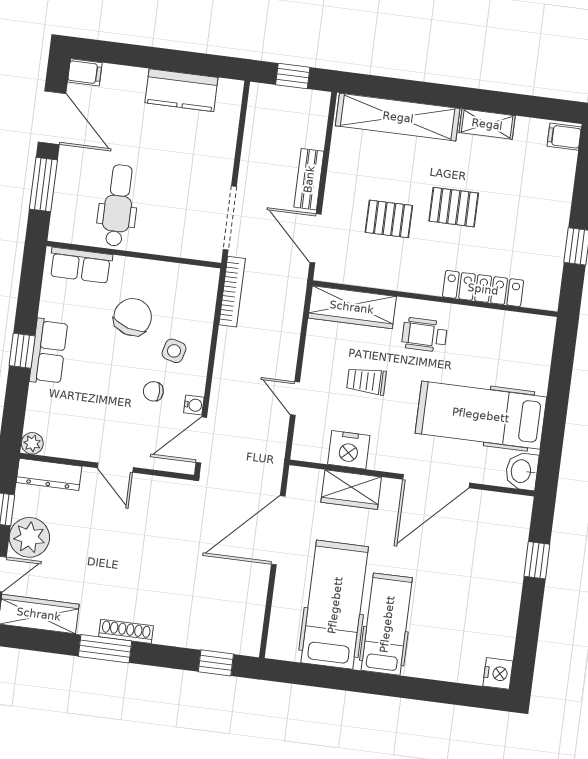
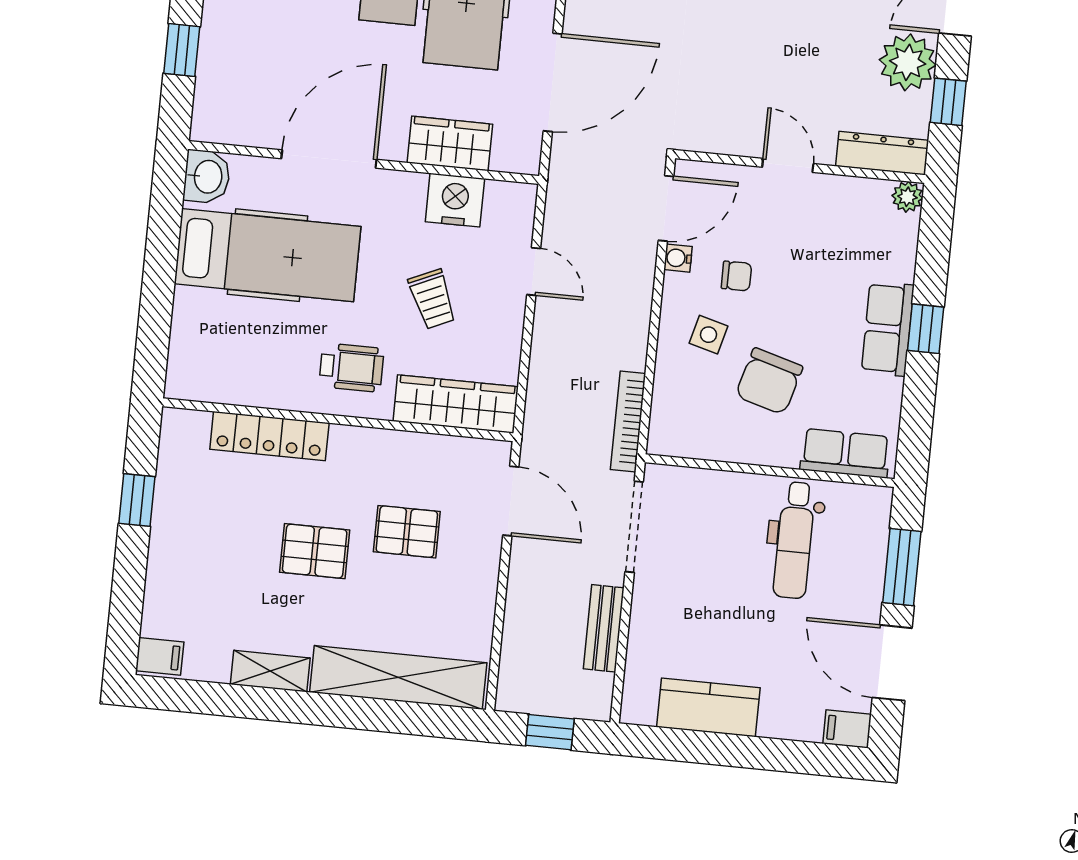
bench: (309, 179) -> (604, 628), moved
trolley: (366, 381) -> (432, 299), turned 66

